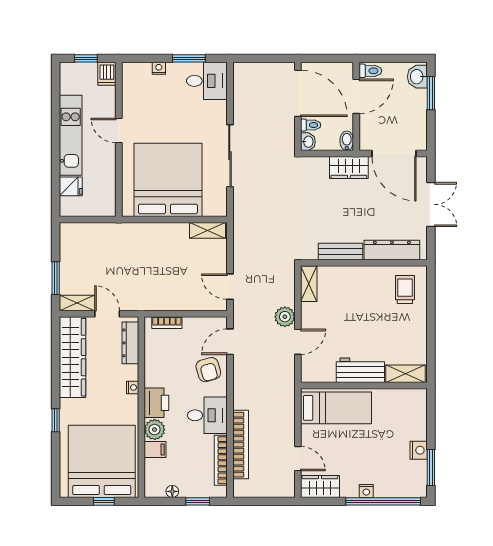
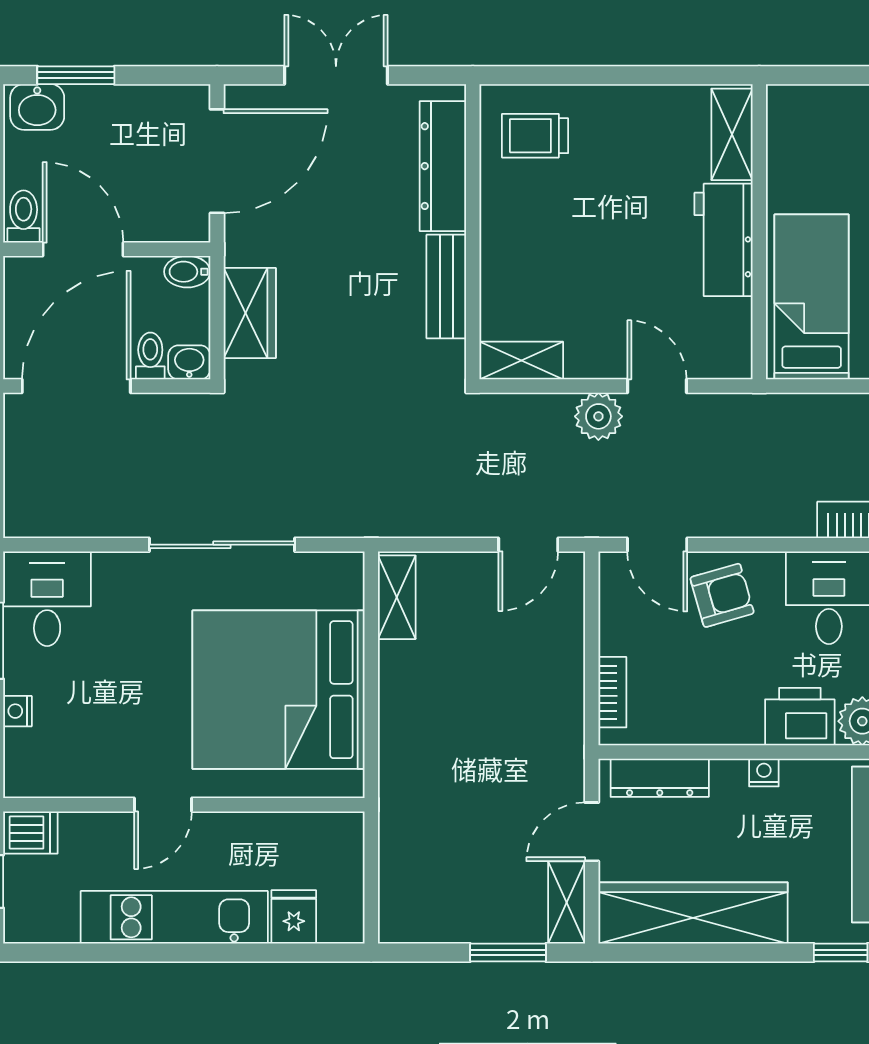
wardrobe: (349, 168) -> (250, 313), moved

